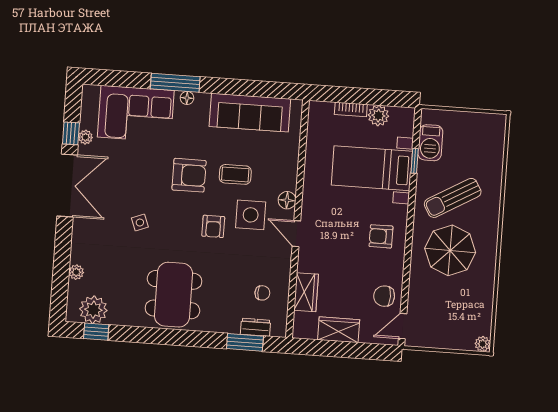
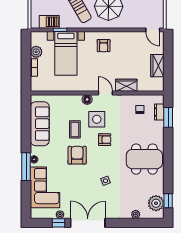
door: (296, 234) -> (105, 93), swing flipped
wardrobe: (306, 292) -> (126, 85), moved
chair: (384, 296) -> (137, 41), removed

